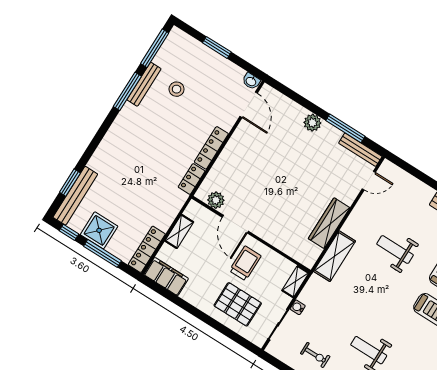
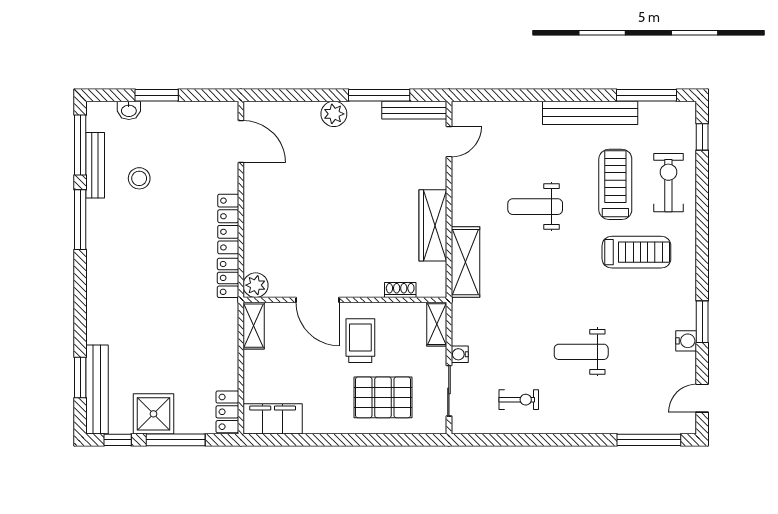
washbasin: (251, 81) -> (129, 110), moved
bench: (144, 84) -> (95, 165), moved
plant: (216, 200) -> (256, 285), moved
shelving: (179, 231) -> (254, 326), moved
locker: (147, 249) -> (227, 412), width x0.66
shoe rack: (287, 249) -> (400, 290), added

